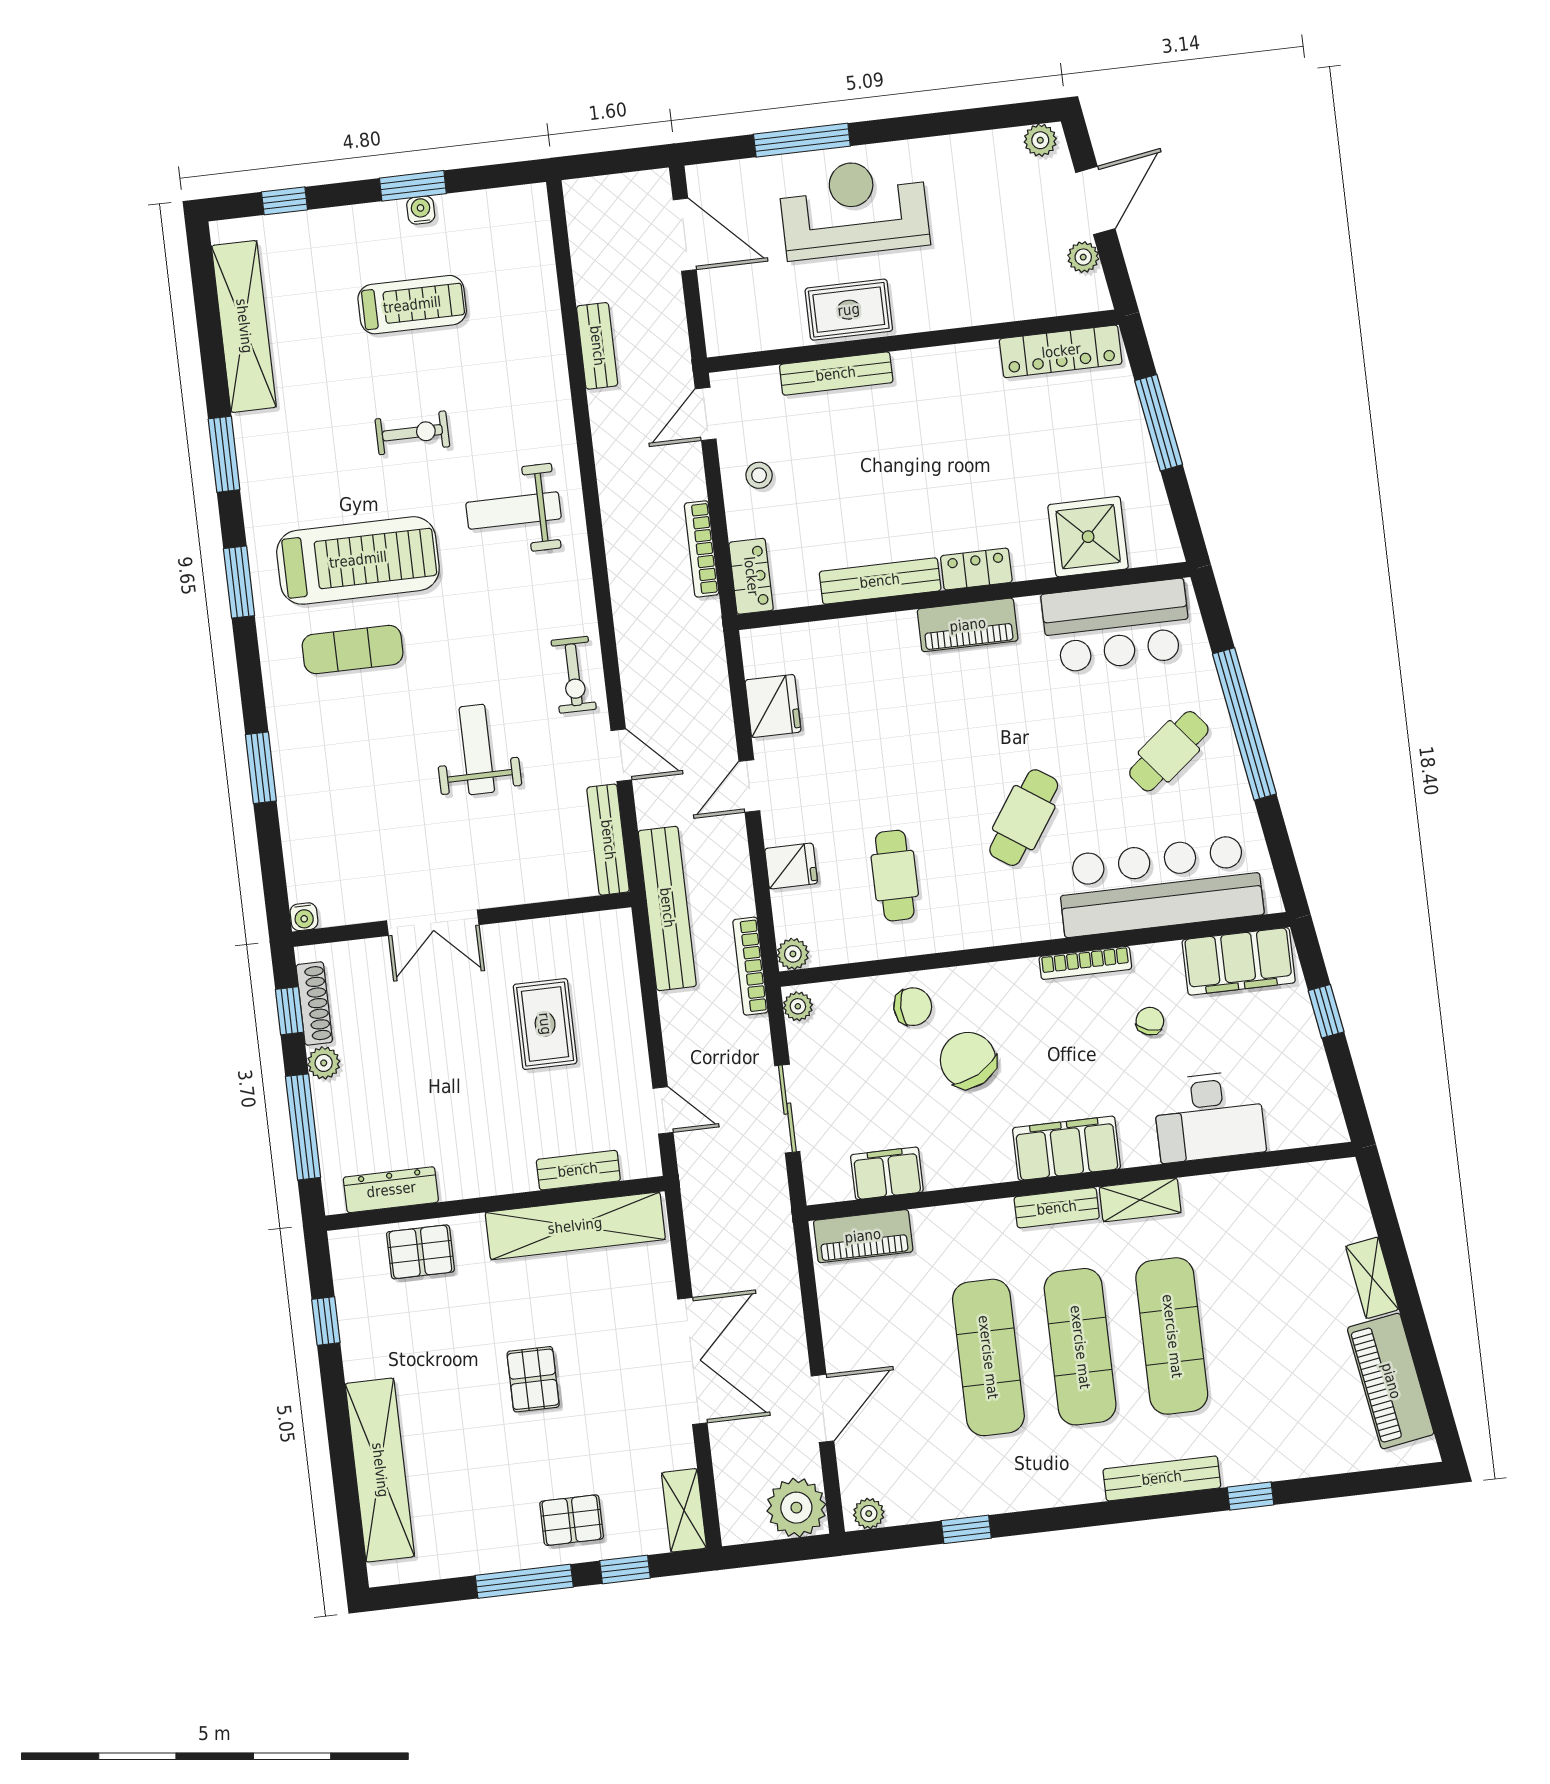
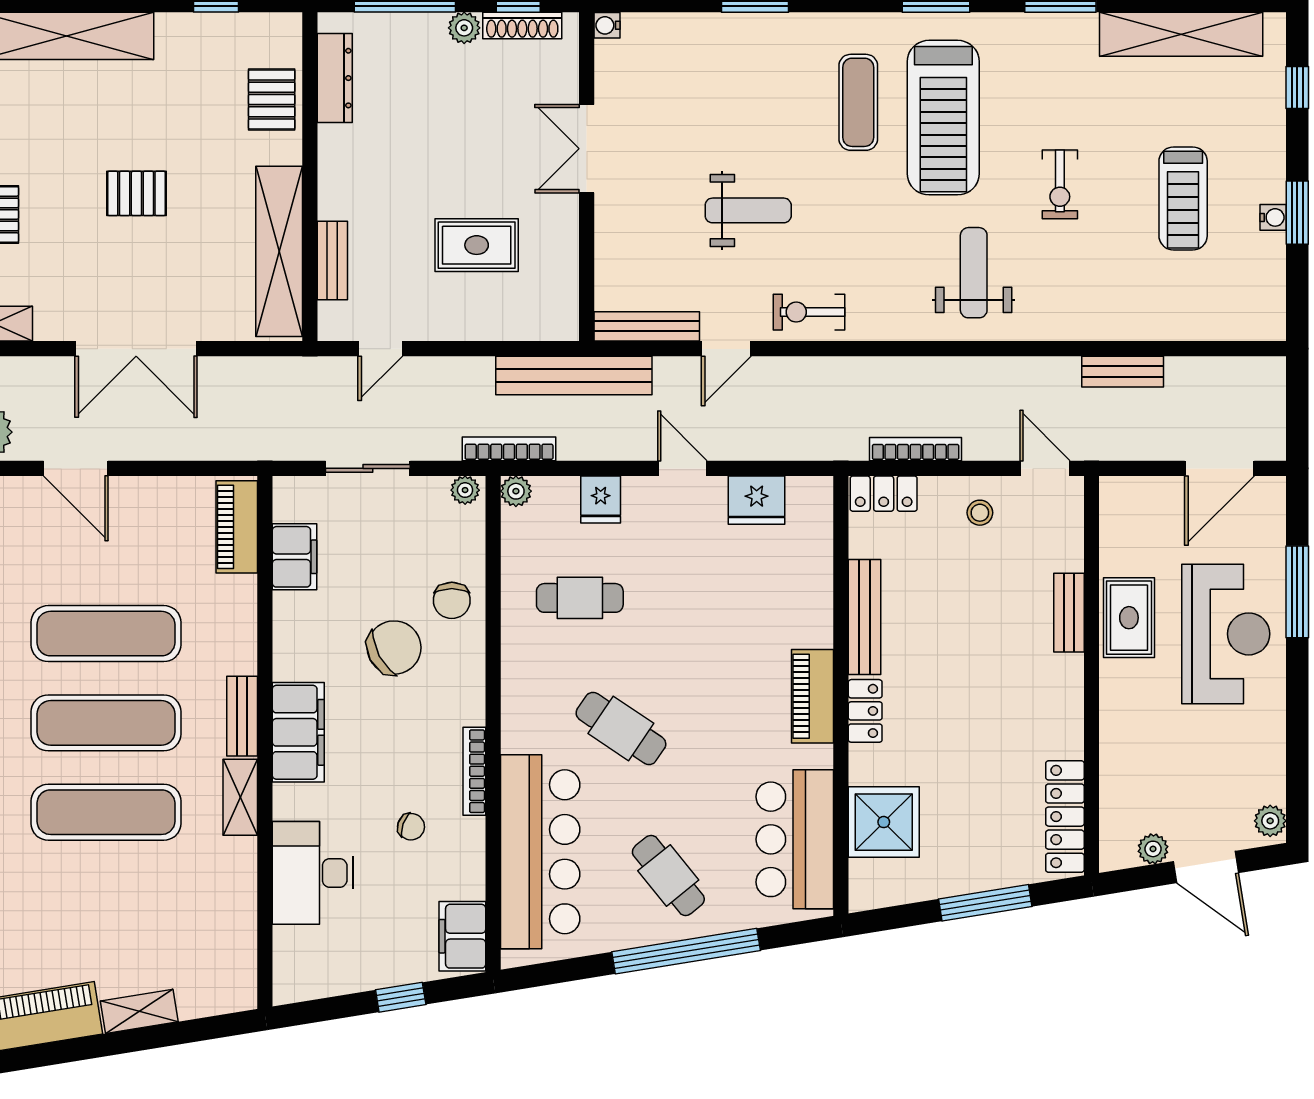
bench: (836, 374) -> (1069, 613), width x0.73
filing cabinet: (1239, 961) -> (462, 936), width x0.67, depth x0.86

